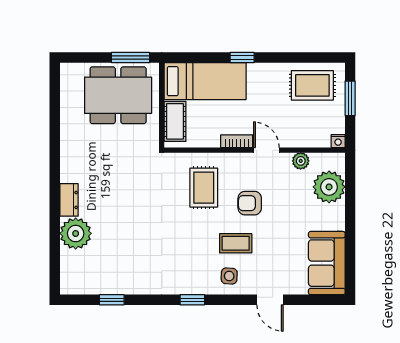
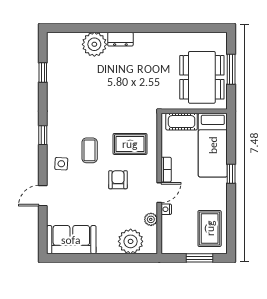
window: (131, 58) -> (231, 69), moved
nightstand: (338, 141) -> (166, 209), moved
coffee table: (236, 243) -> (90, 150), moved

